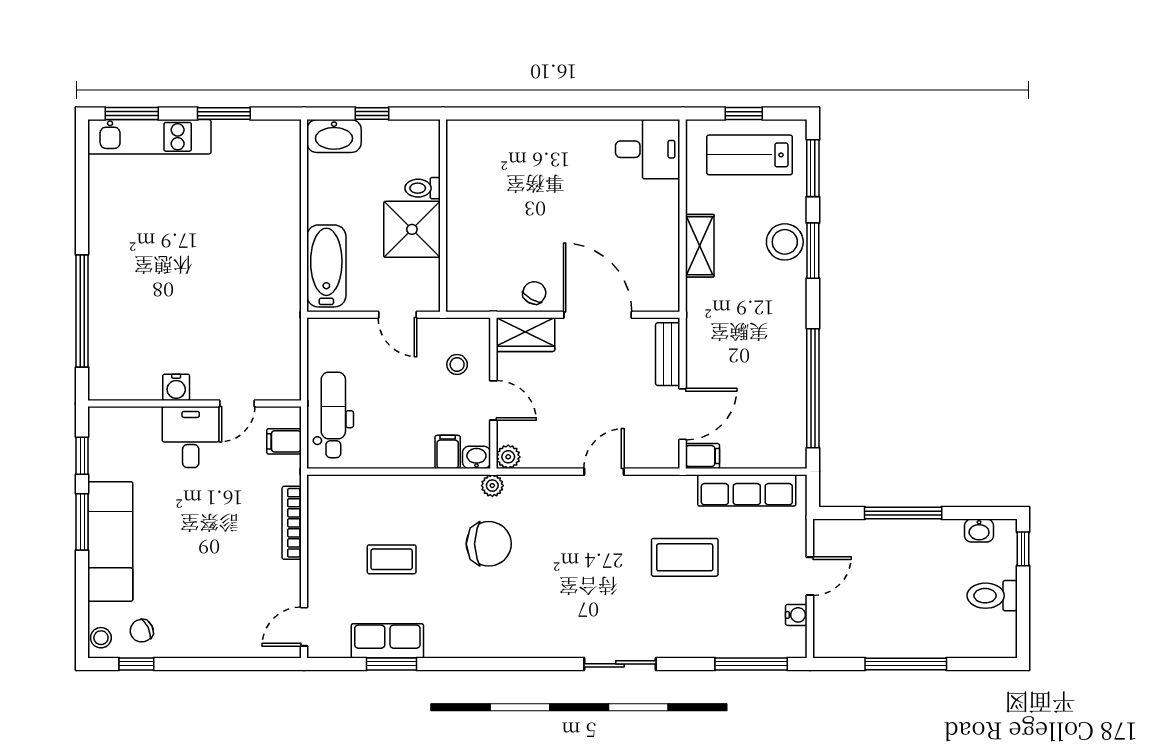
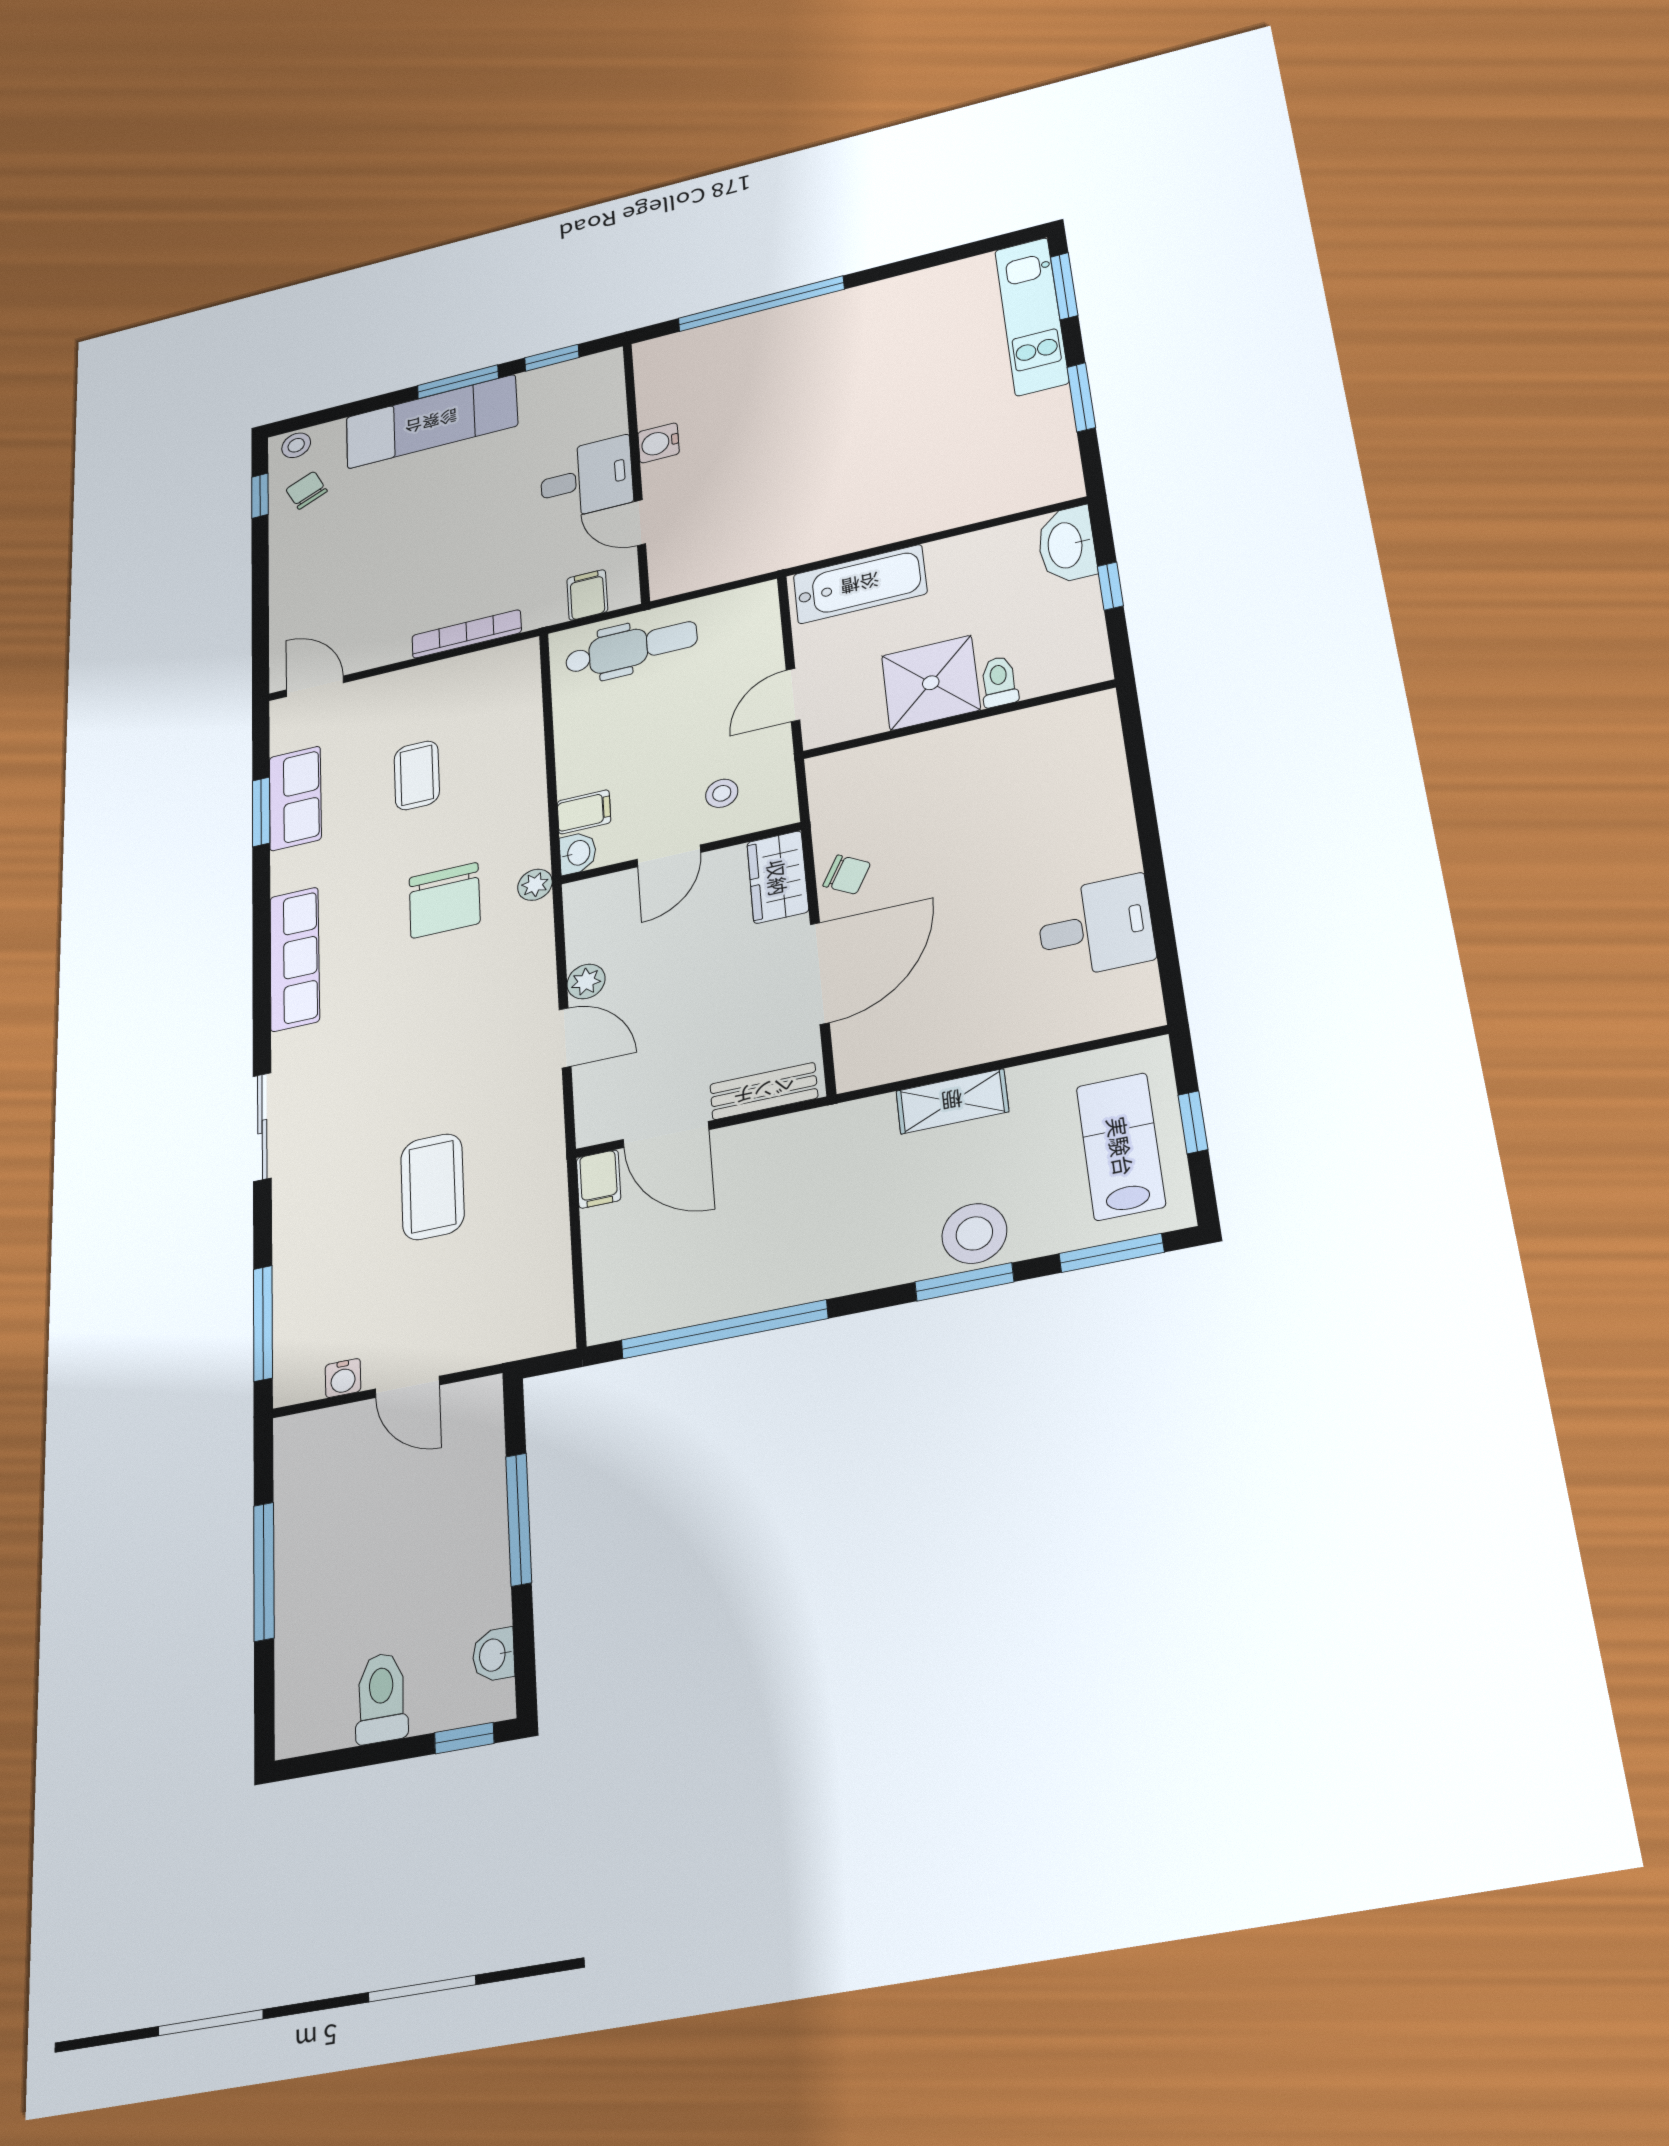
desk: (648, 149) -> (1096, 927), moved, turned -90
plant: (508, 457) -> (586, 981), moved
row of seats: (747, 490) -> (295, 959), moved, turned 180

